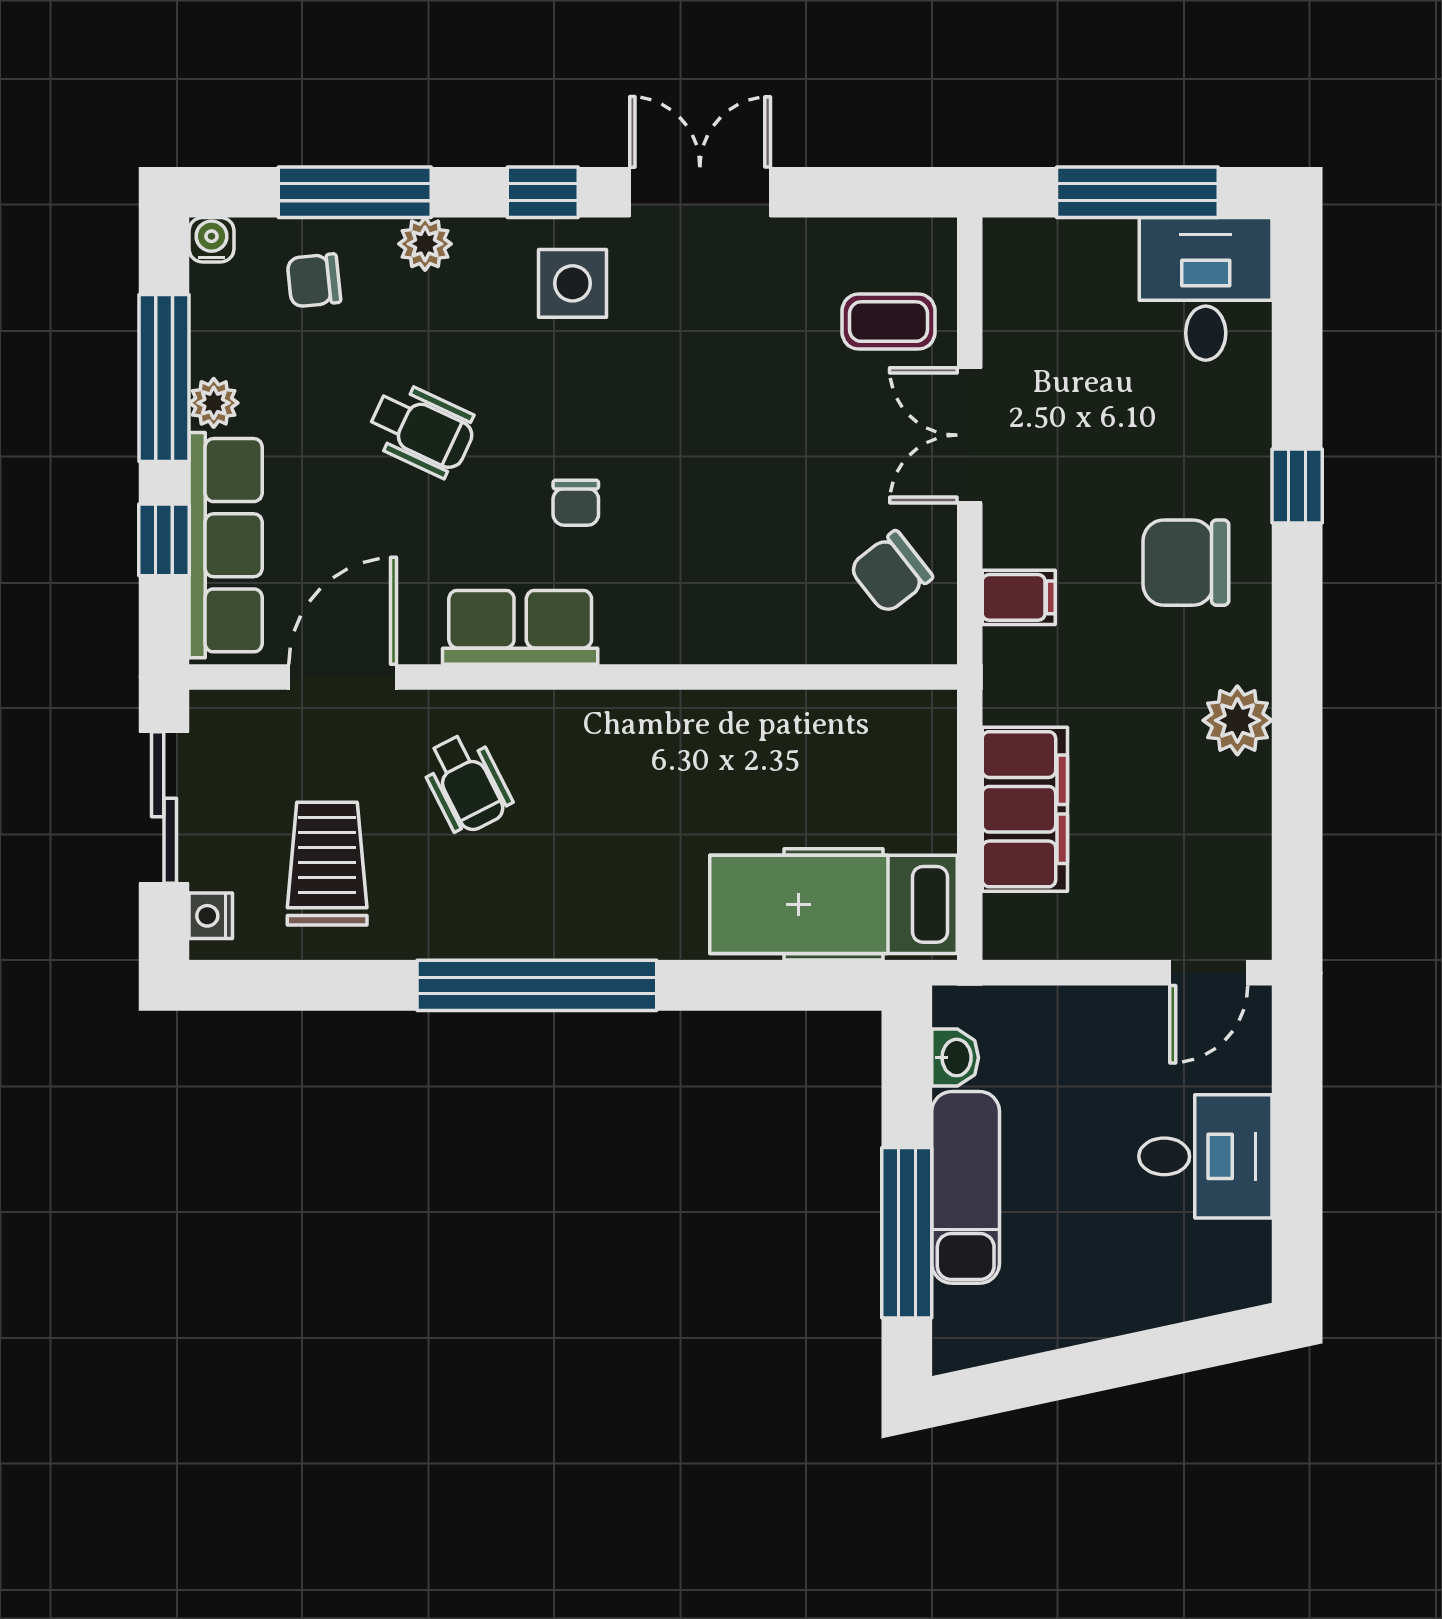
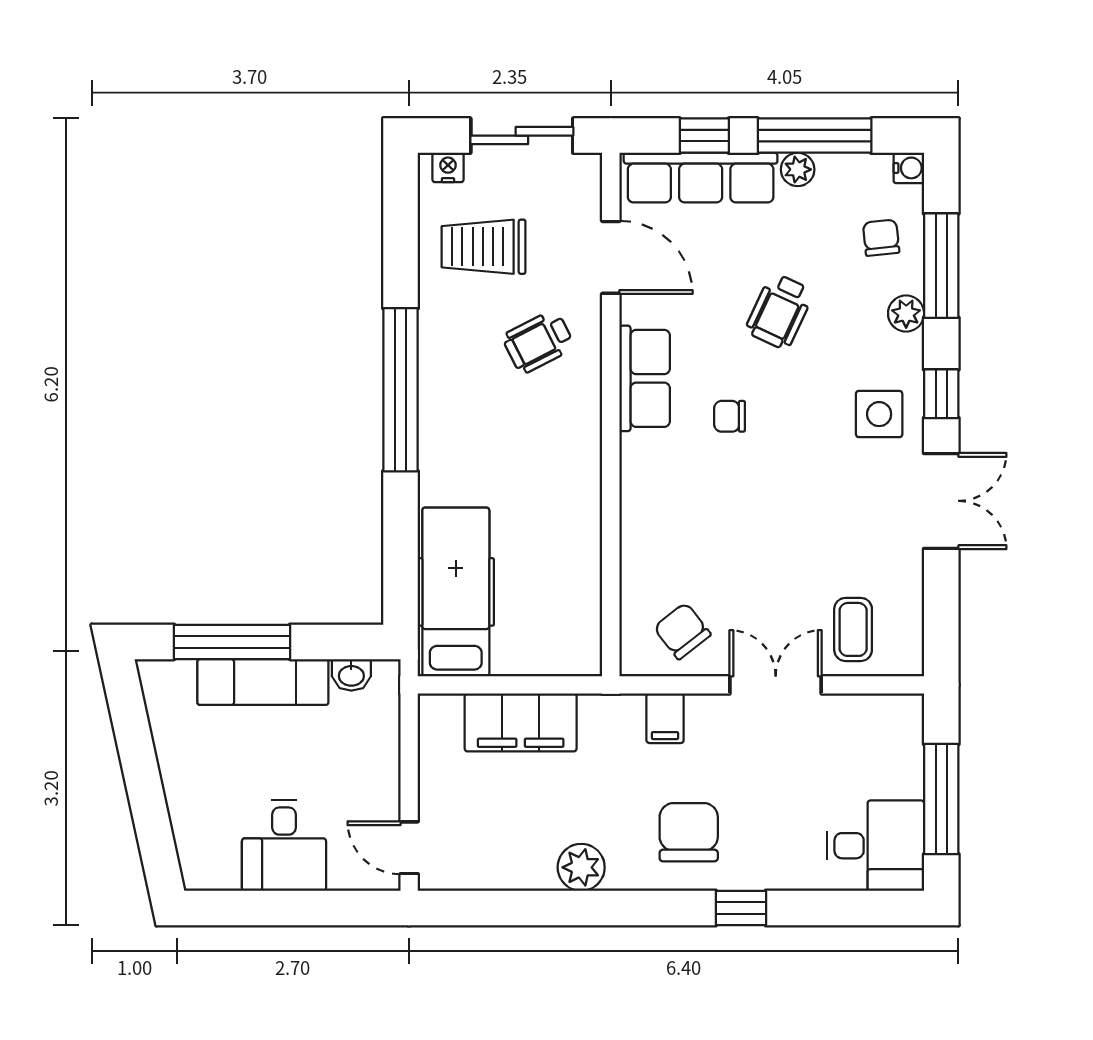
trolley: (327, 864) -> (484, 247), turned 180

